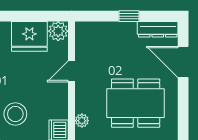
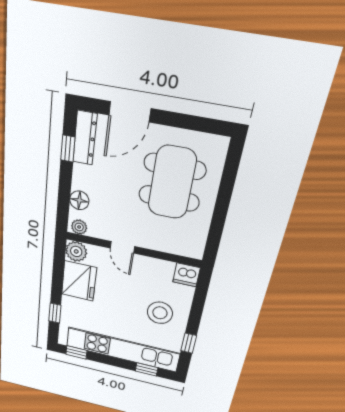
window: (129, 16) -> (68, 149), moved
floor lamp: (106, 30) -> (79, 200), added
plant: (82, 121) -> (79, 227), moved

